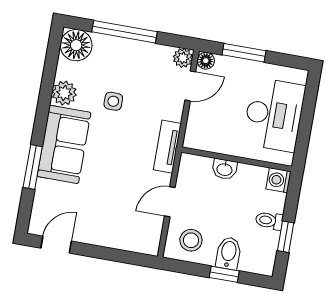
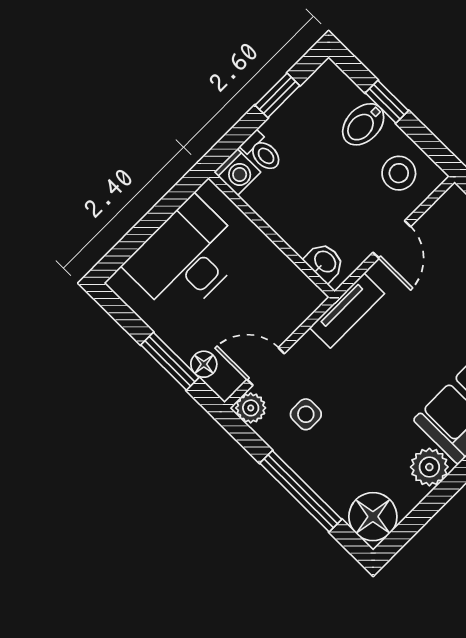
floor lamp: (206, 61) -> (204, 364), moved
side table: (113, 101) -> (306, 414), moved
washbasin: (224, 169) -> (325, 262), moved
door: (170, 202) -> (392, 240), hinge flipped
toilet: (269, 221) -> (262, 152), moved

